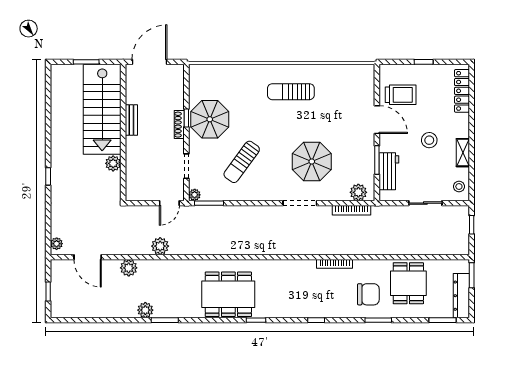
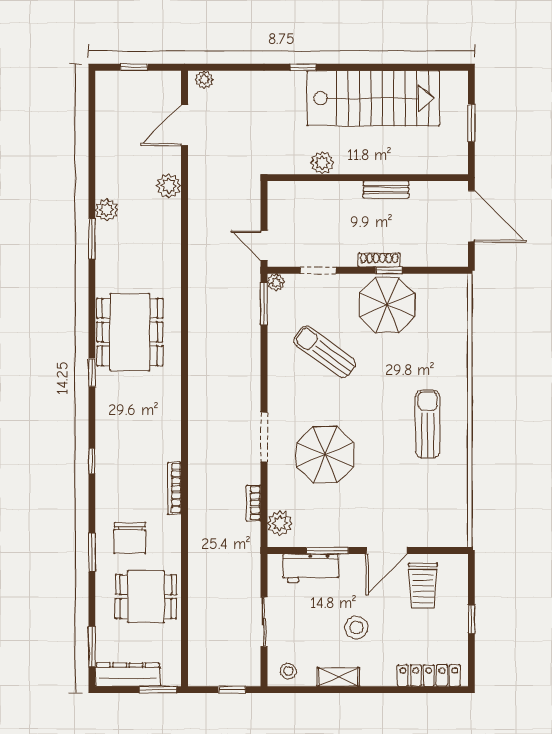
stairs: (102, 109) -> (373, 98), moved, turned 180
bookcase: (352, 210) -> (253, 503), width x0.64
plant: (160, 246) -> (201, 232), removed

